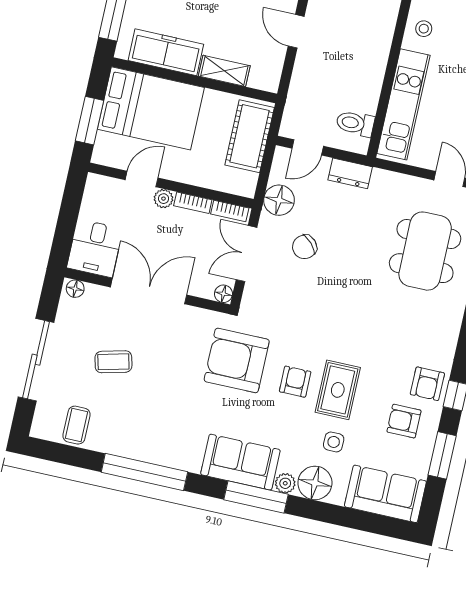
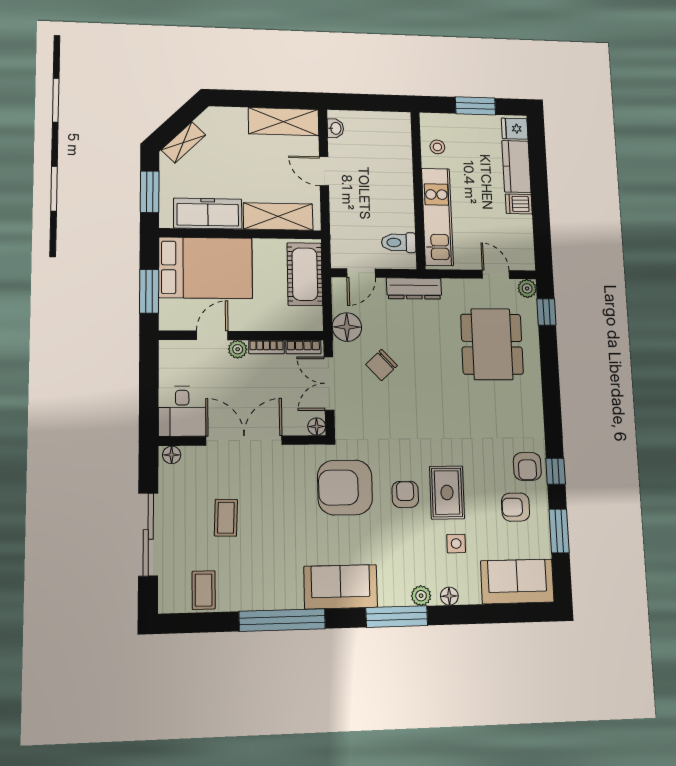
shelving: (224, 71) -> (278, 216), width x1.50, depth x1.33
dresser: (350, 173) -> (414, 289), width x1.44
coffee table: (113, 362) -> (226, 518), turned -74
sofa: (240, 462) -> (341, 587), moved
floor lamp: (315, 483) -> (449, 596), width x0.53, depth x0.53

